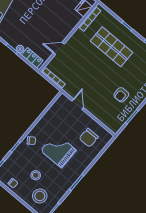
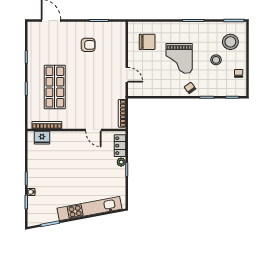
door: (78, 104) -> (127, 75), swing flipped

